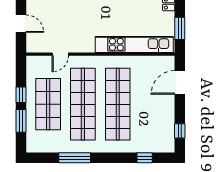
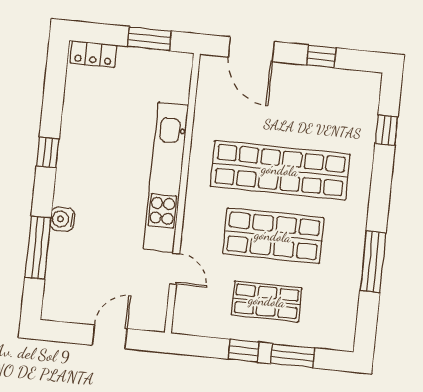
kitchen unit: (134, 44) -> (166, 177), moved
shop shelf: (48, 104) -> (267, 301), width x0.70, depth x0.74
shop shelf: (83, 104) -> (273, 236), width x0.71
window: (180, 131) -> (321, 56), moved

